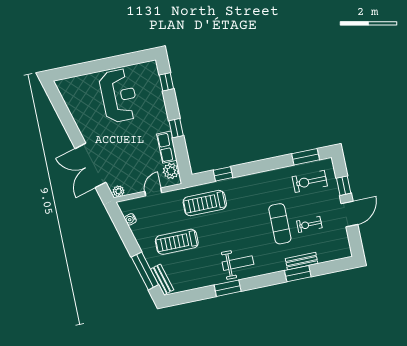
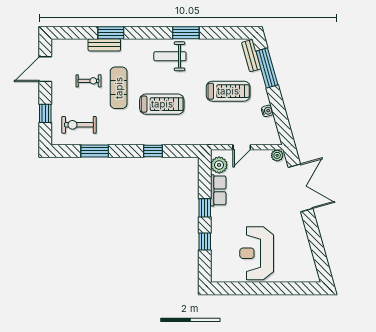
window: (166, 82) -> (205, 241), moved
window: (306, 157) -> (95, 151), moved
window: (223, 174) -> (153, 151), moved
exercise bike: (310, 181) -> (79, 125), turned 180
treadmill: (205, 203) -> (162, 104), moved
door: (349, 214) -> (45, 69), moved
water cooler: (130, 219) -> (267, 111), moved

